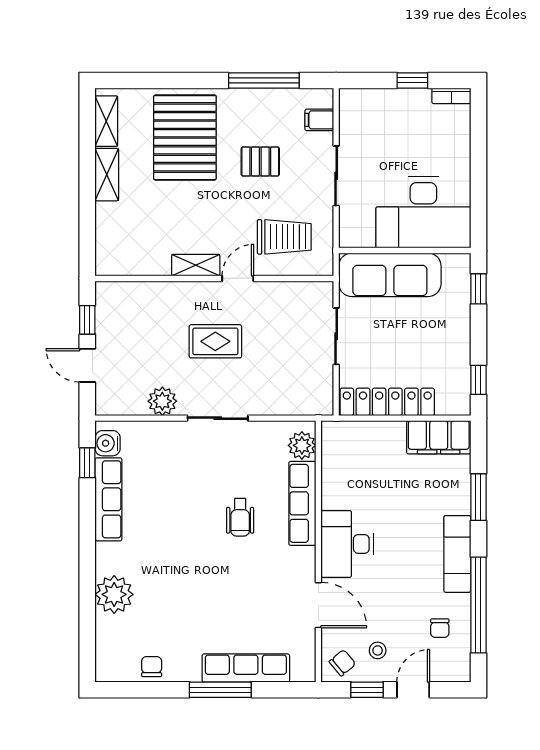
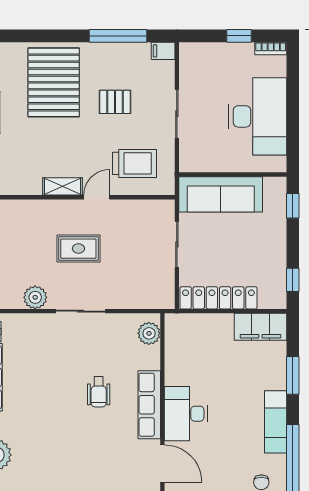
filing cabinet: (319, 120) -> (163, 51), moved
desk: (423, 212) -> (258, 116), moved, turned -90
row of seats: (302, 503) -> (149, 405), moved

